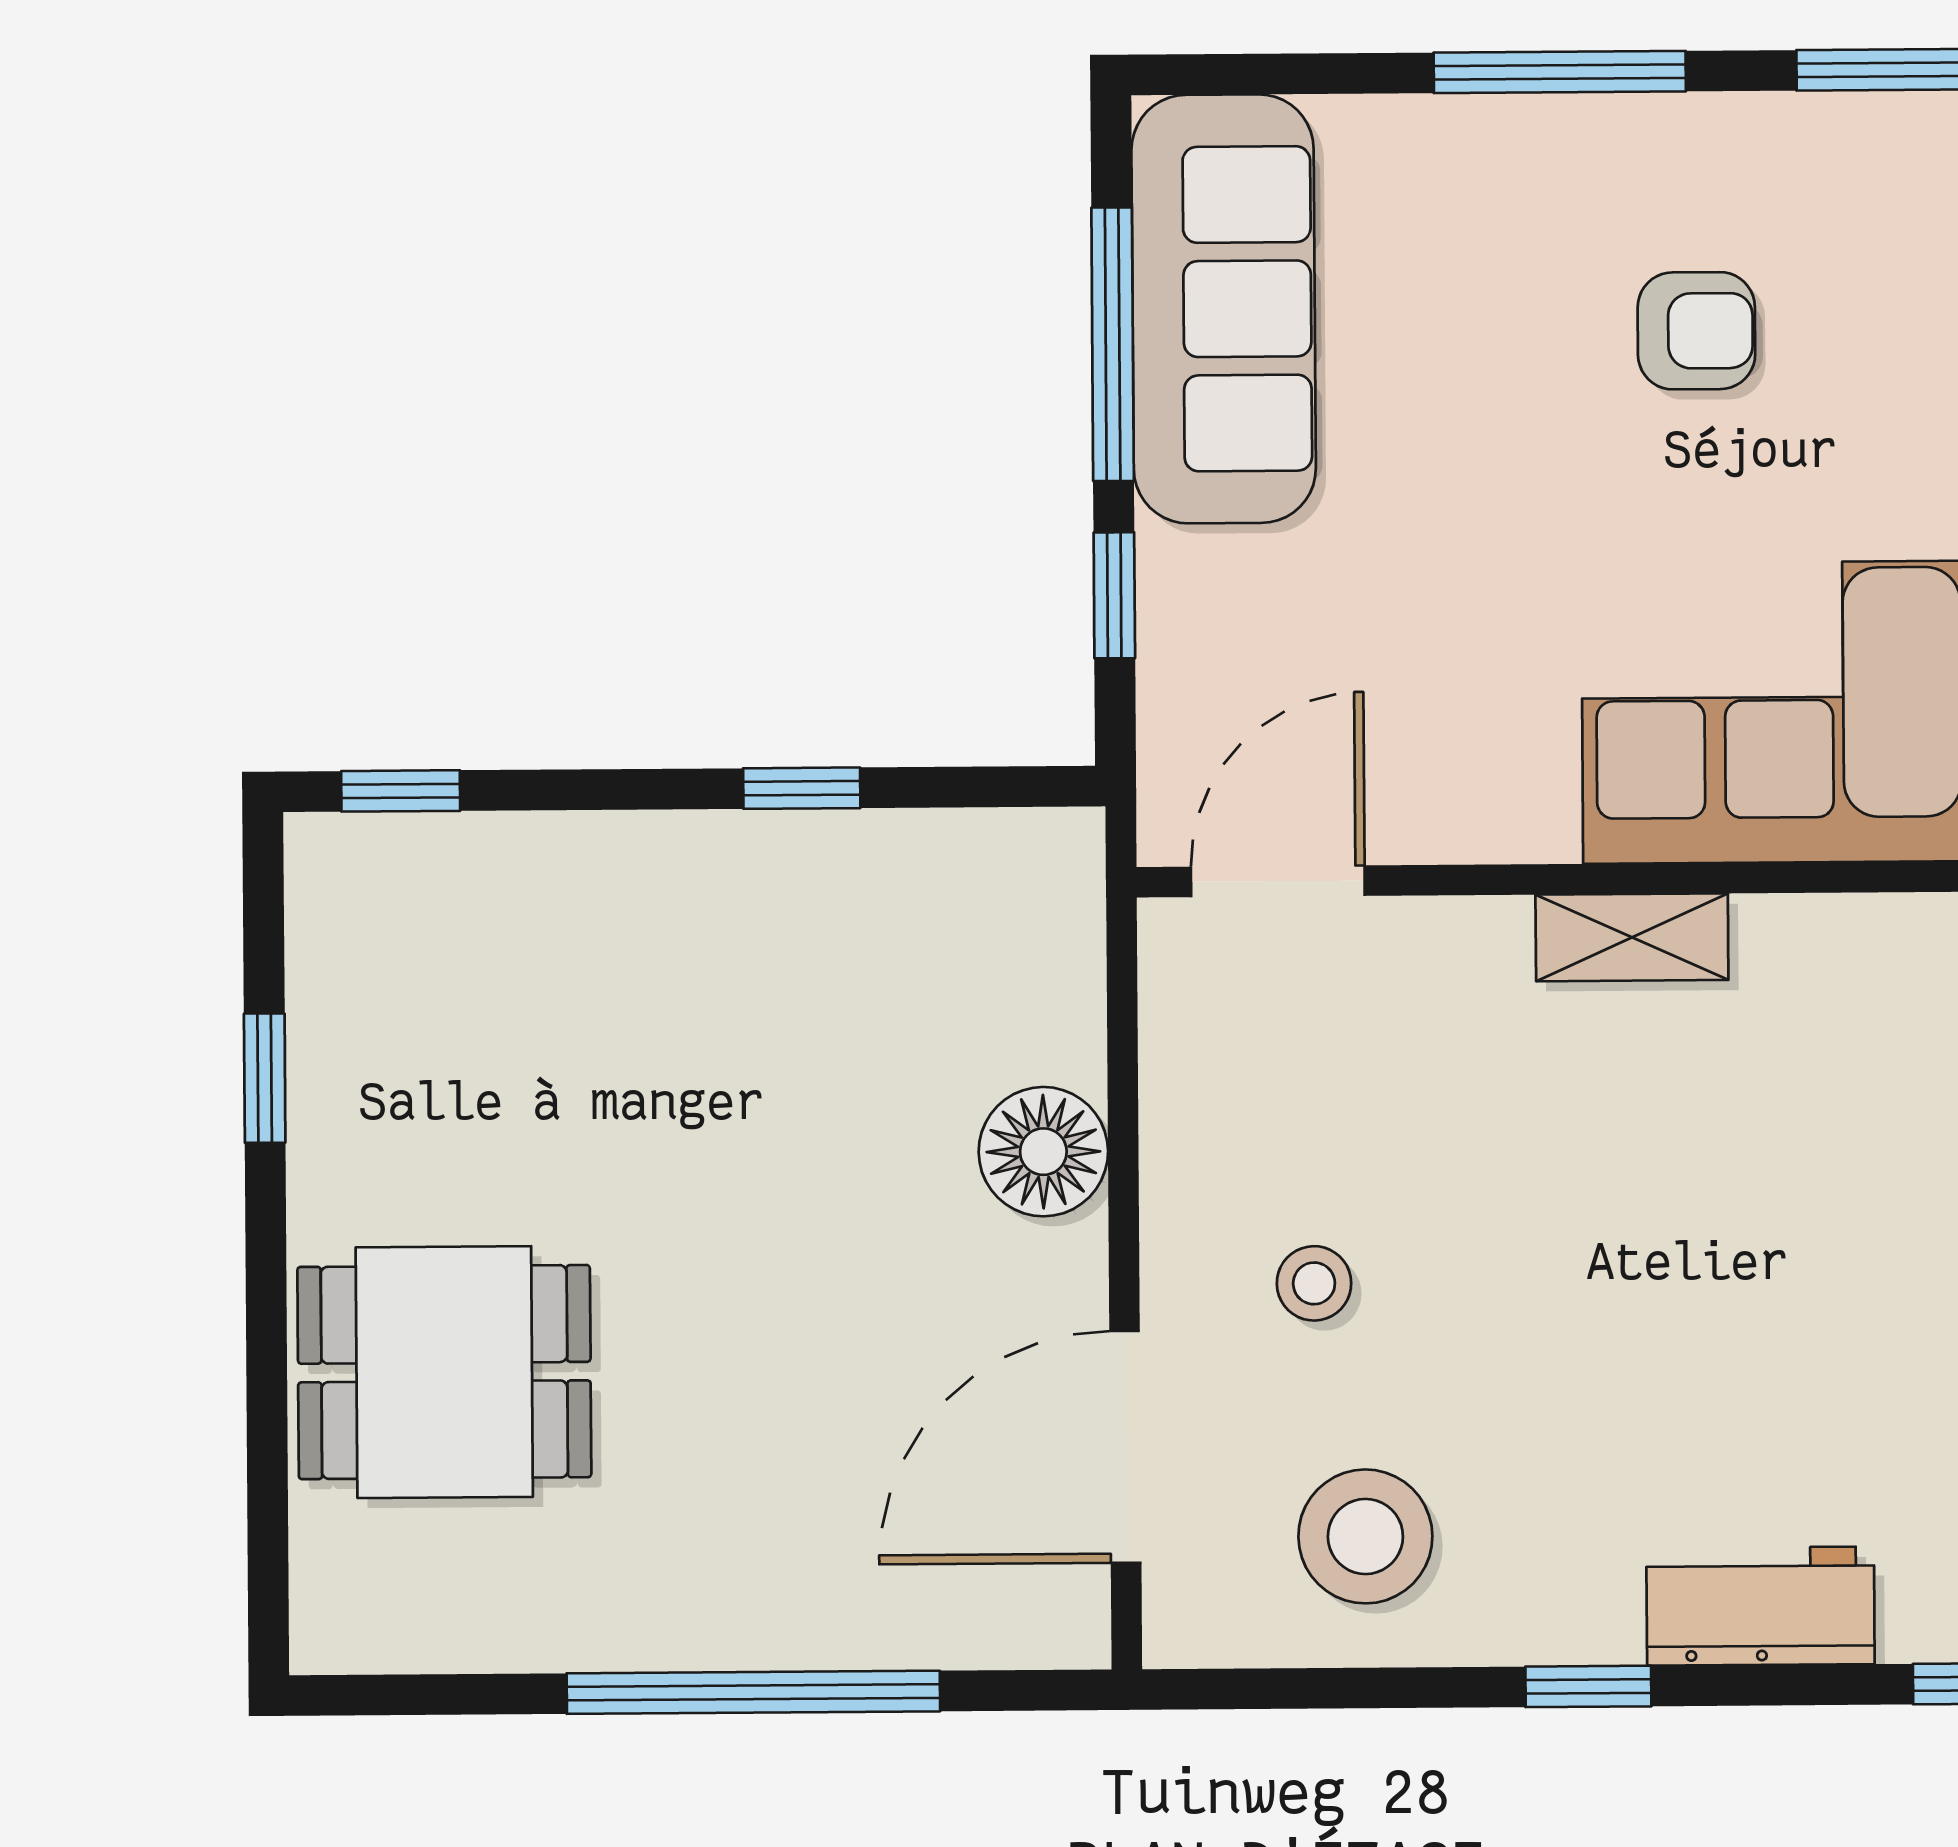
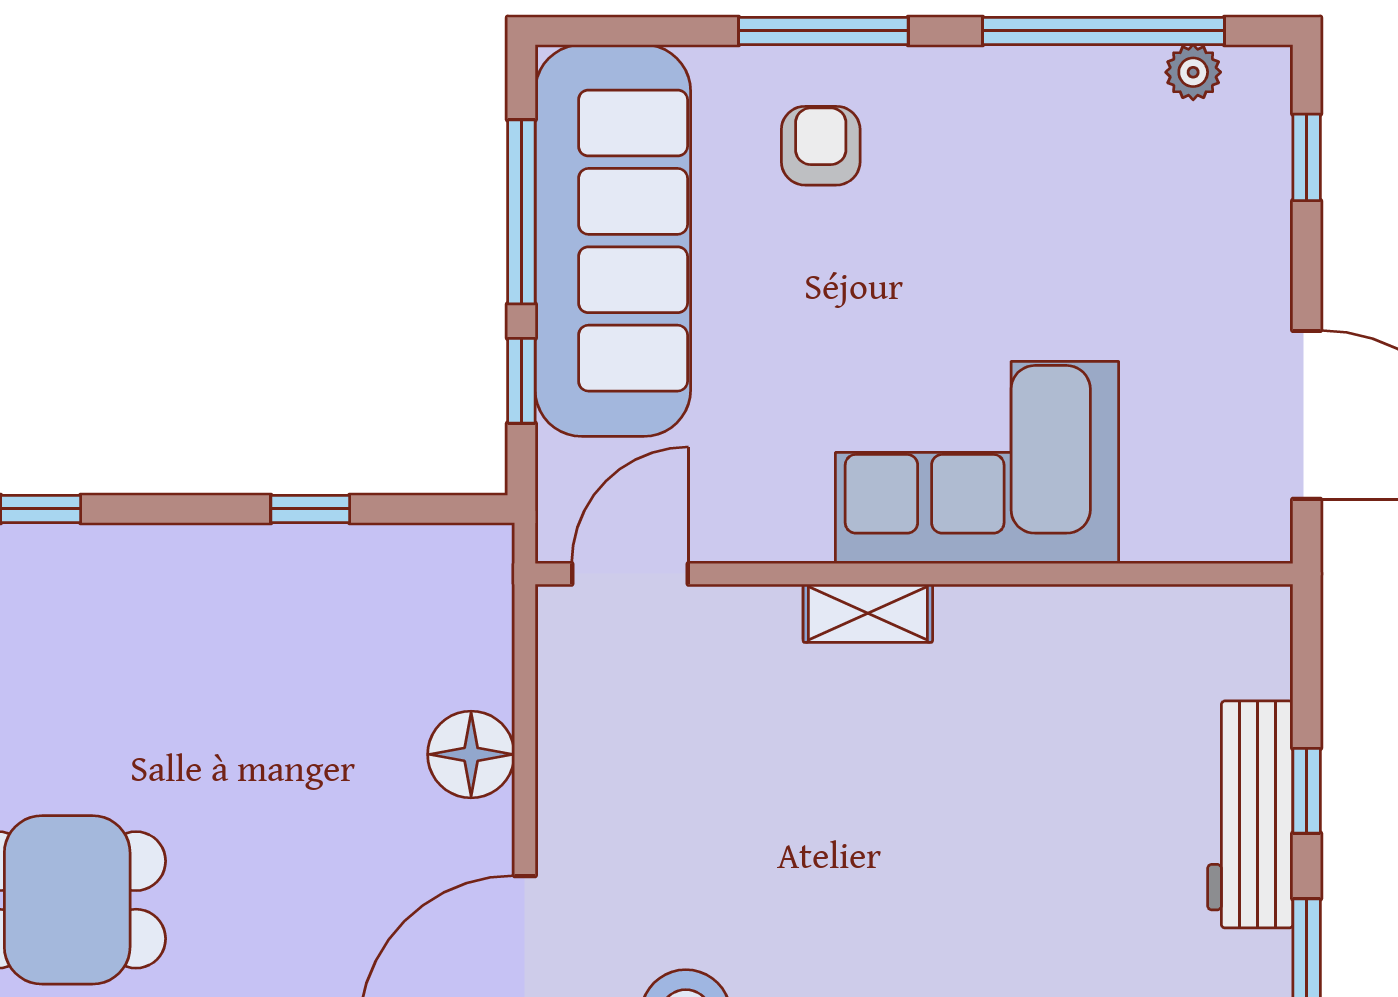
sofa: (1224, 309) -> (613, 241), width x1.36, depth x1.27
armchair: (1696, 331) -> (821, 146), moved, turned -90
stool: (1314, 1283) -> (652, 844), removed

